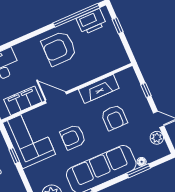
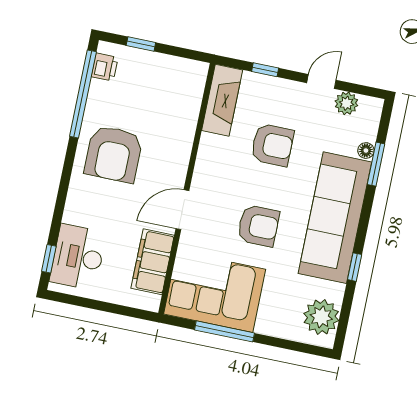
printer: (91, 22) -> (105, 67), width x0.53, depth x0.68
fireplace: (99, 89) -> (222, 100), moved
armchair: (73, 137) -> (258, 226), turned -90
window: (14, 156) -> (225, 331), width x2.17

